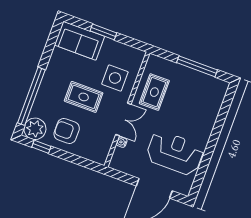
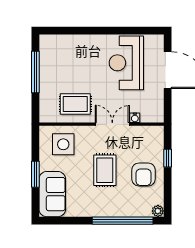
side table: (115, 78) -> (63, 144), moved
plant: (35, 129) -> (158, 211), width x0.53, depth x0.53
window: (41, 147) -> (168, 158), moved

